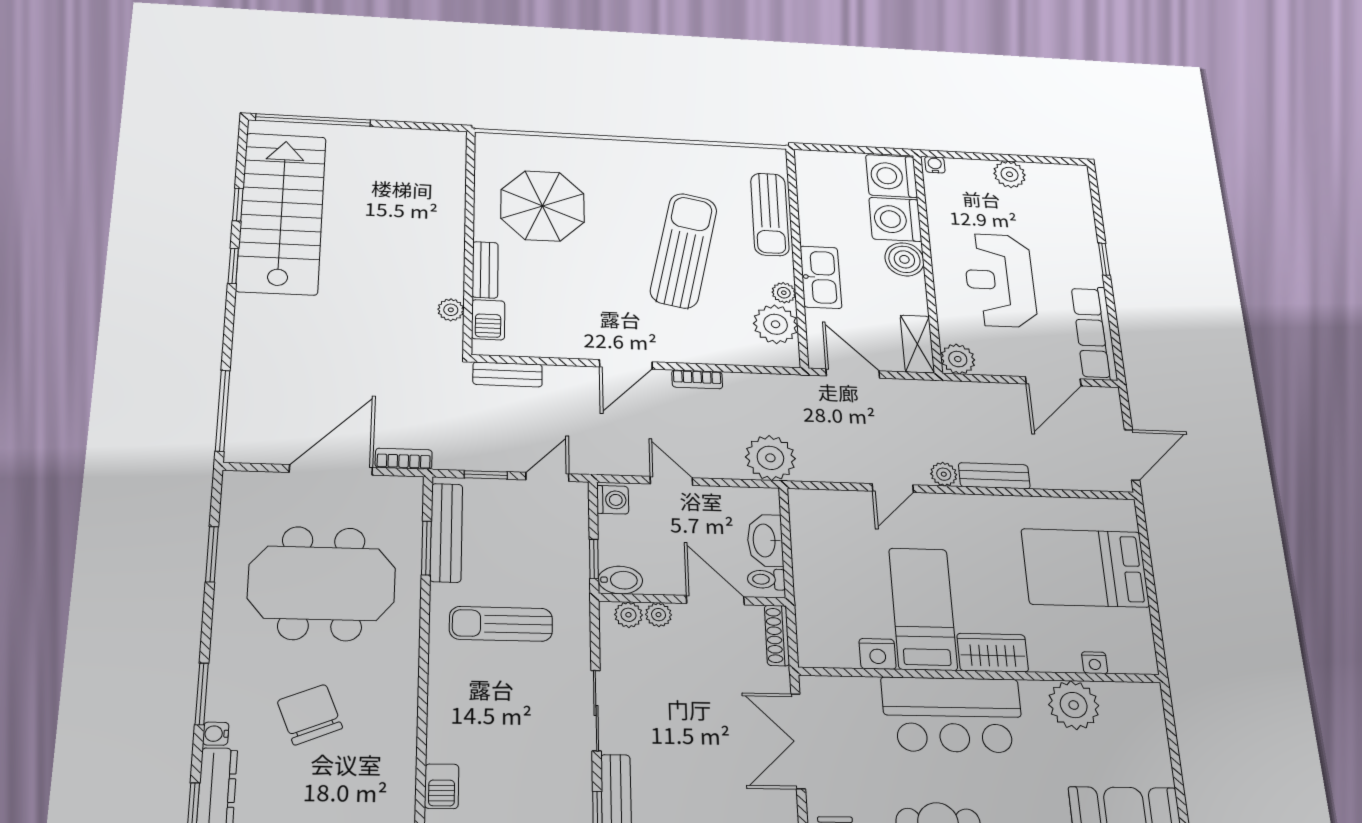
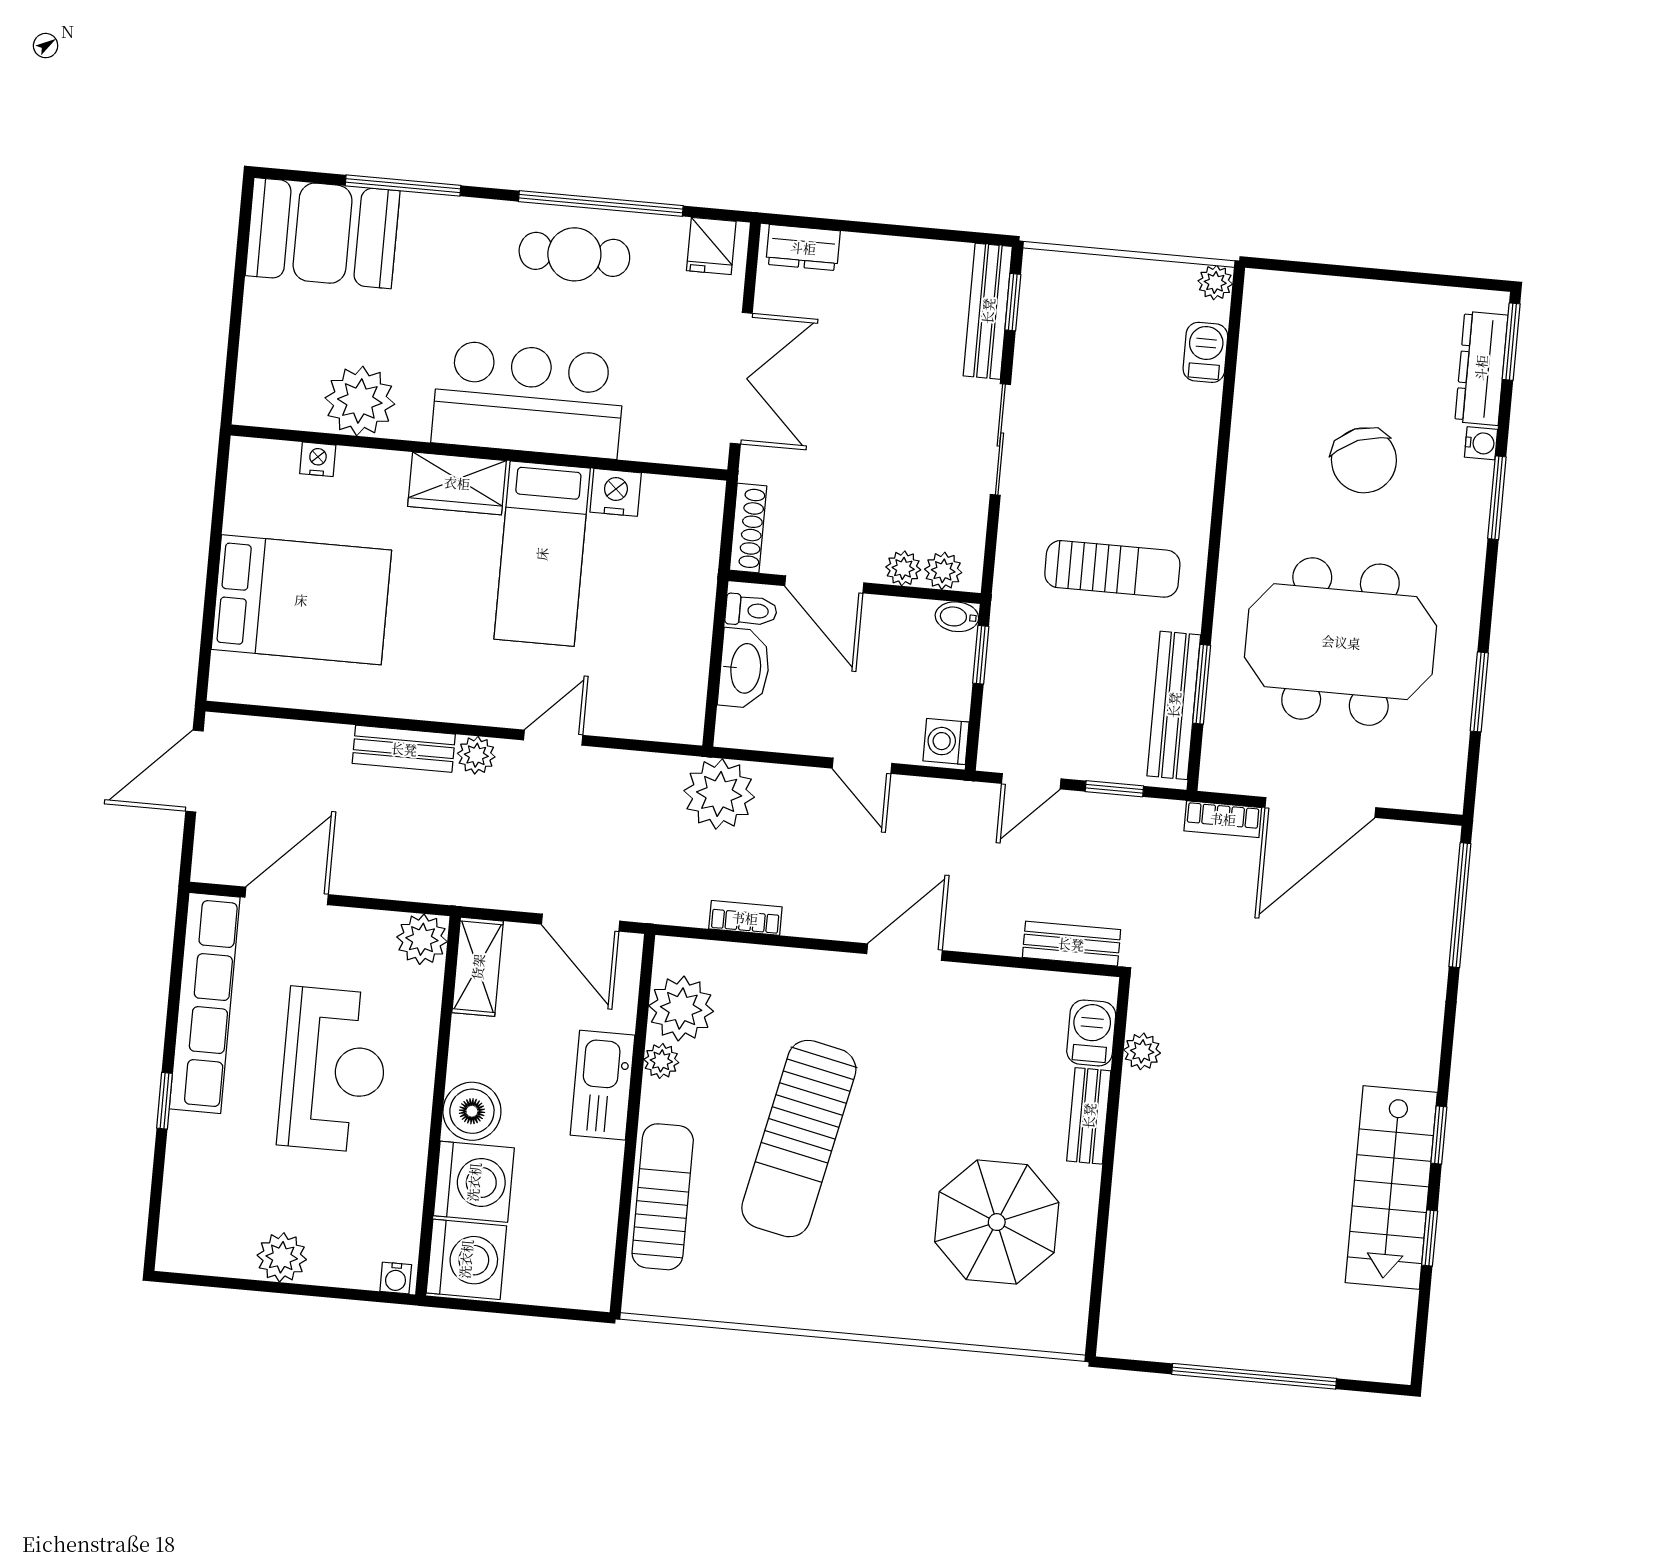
window: (313, 120) -> (1254, 1376), moved
stairs: (282, 213) -> (1391, 1187), width x0.73, depth x0.66
row of seats: (1094, 333) -> (205, 1003), width x1.36
bookcase: (697, 379) -> (745, 918), moved
bidet: (620, 580) -> (957, 617), width x0.72, depth x0.74

